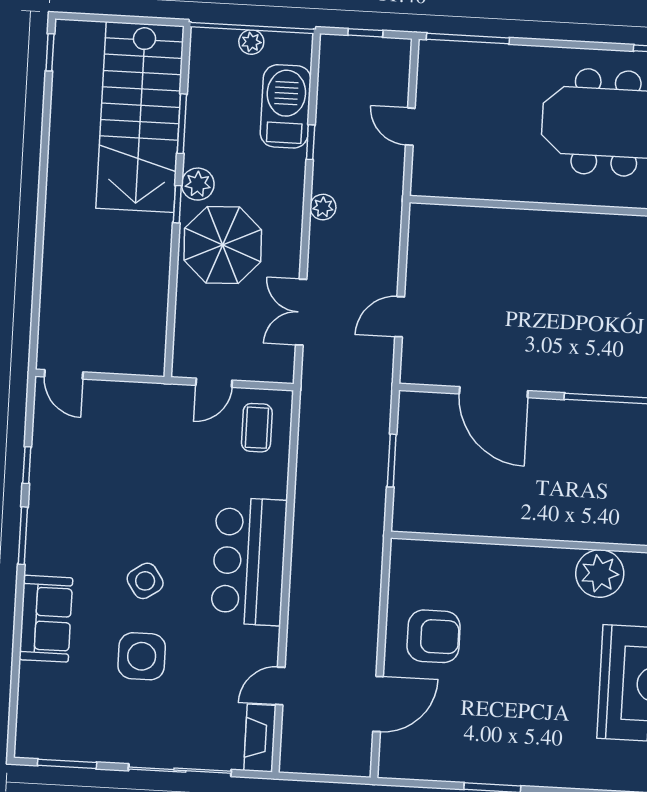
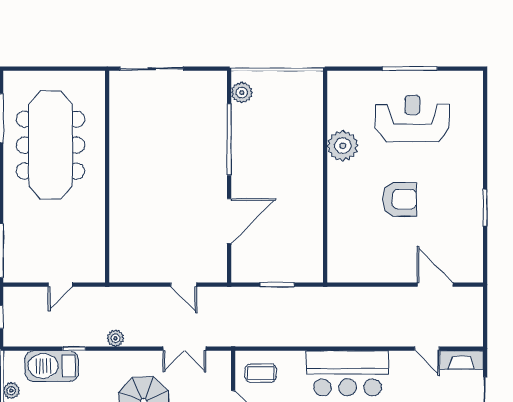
armchair: (434, 636) -> (400, 199), moved, turned 90

